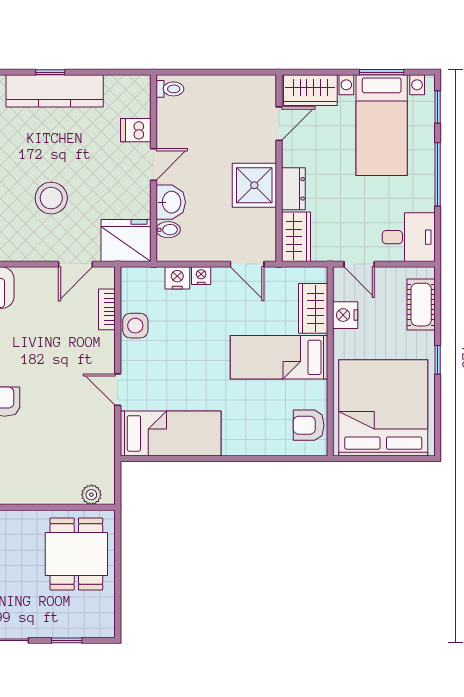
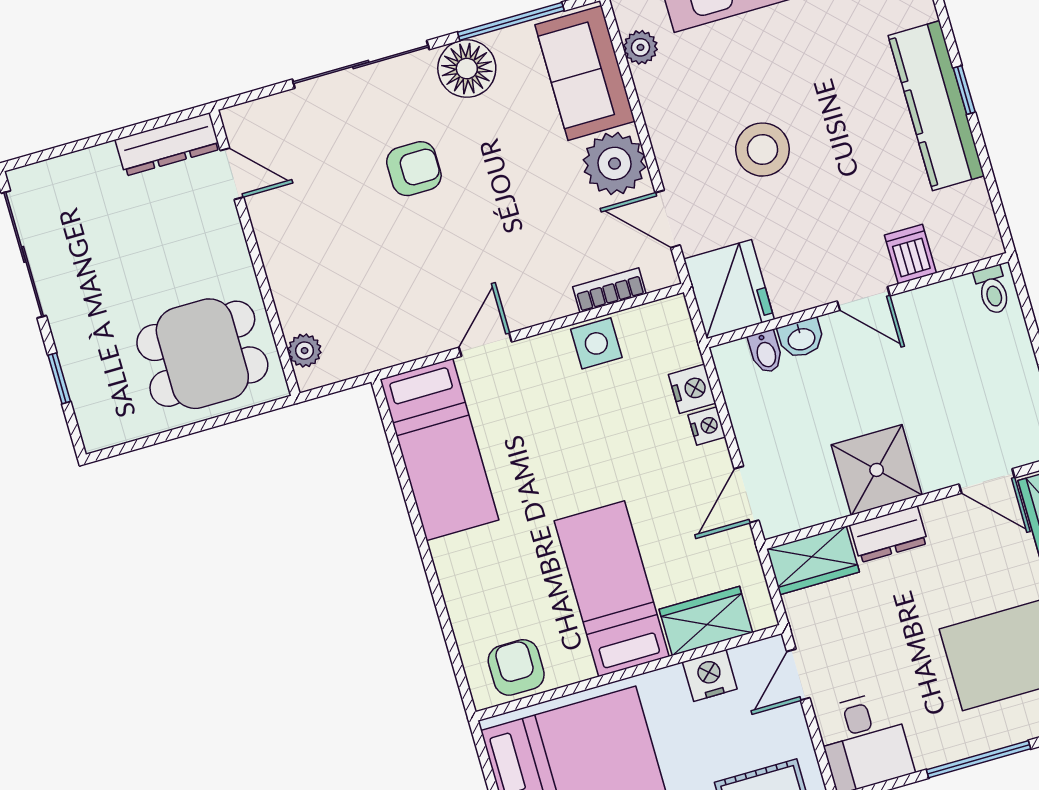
washbasin: (171, 202) -> (801, 338), width x0.72, depth x0.69
plant: (35, 285) -> (614, 164), added

